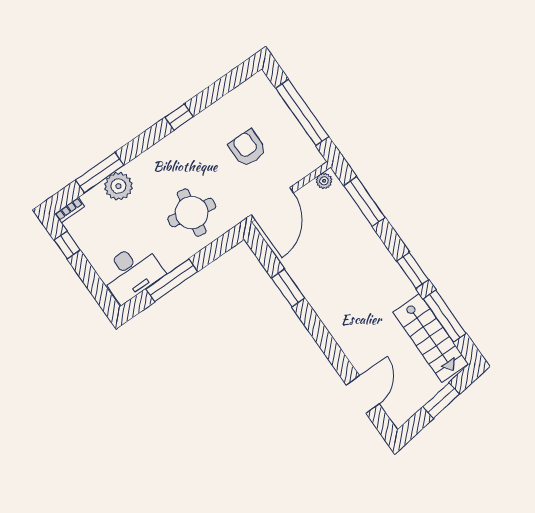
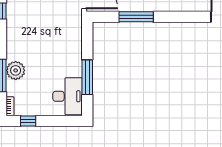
round table: (192, 213) -> (58, 41), removed
window: (288, 288) -> (136, 17), width x1.44

